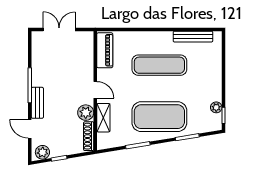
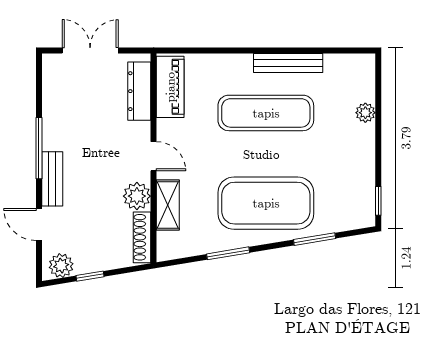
bench: (193, 37) -> (288, 63), moved
dresser: (87, 53) -> (139, 91), added
plant: (216, 107) -> (365, 113), moved

